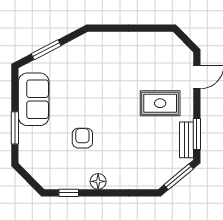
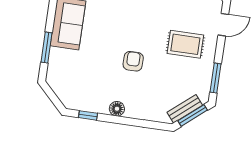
armchair: (82, 138) -> (133, 61), moved
bench: (187, 140) -> (185, 109), moved, turned 50

